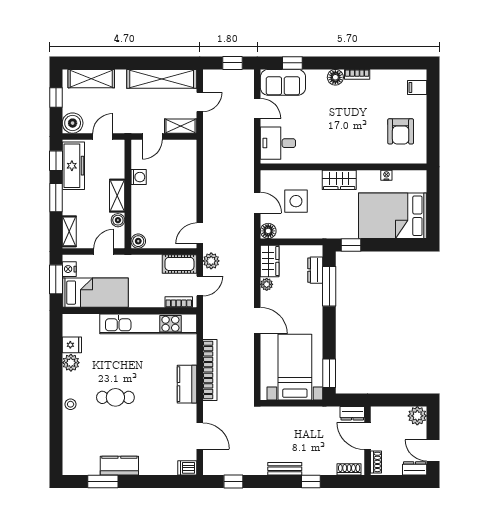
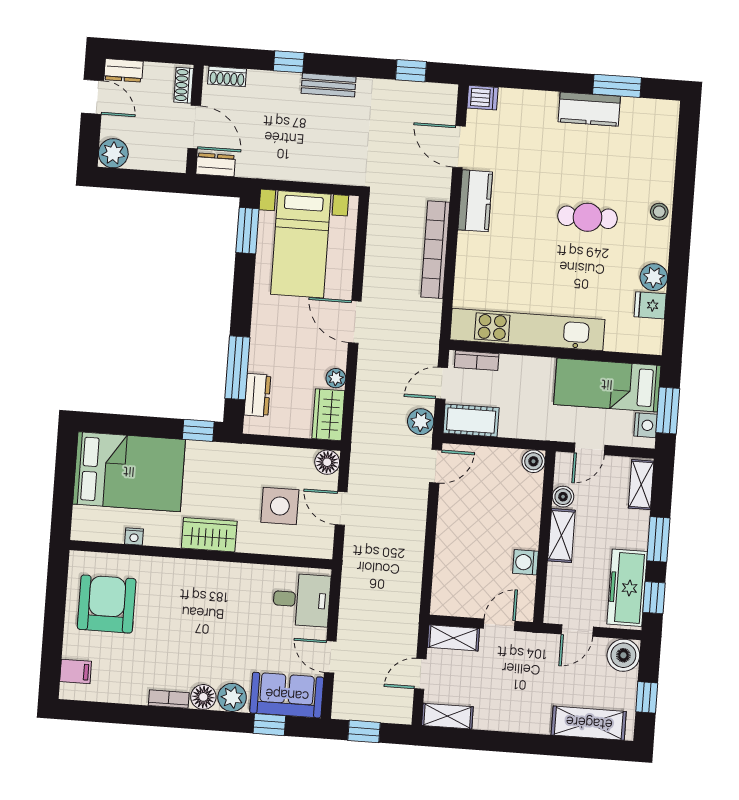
plant: (317, 78) -> (232, 697), added
shelving: (162, 79) -> (447, 716), width x0.45, depth x0.75
armchair: (401, 131) -> (107, 604), width x1.36, depth x1.36
kitchen counter: (187, 384) -> (475, 201), moved

